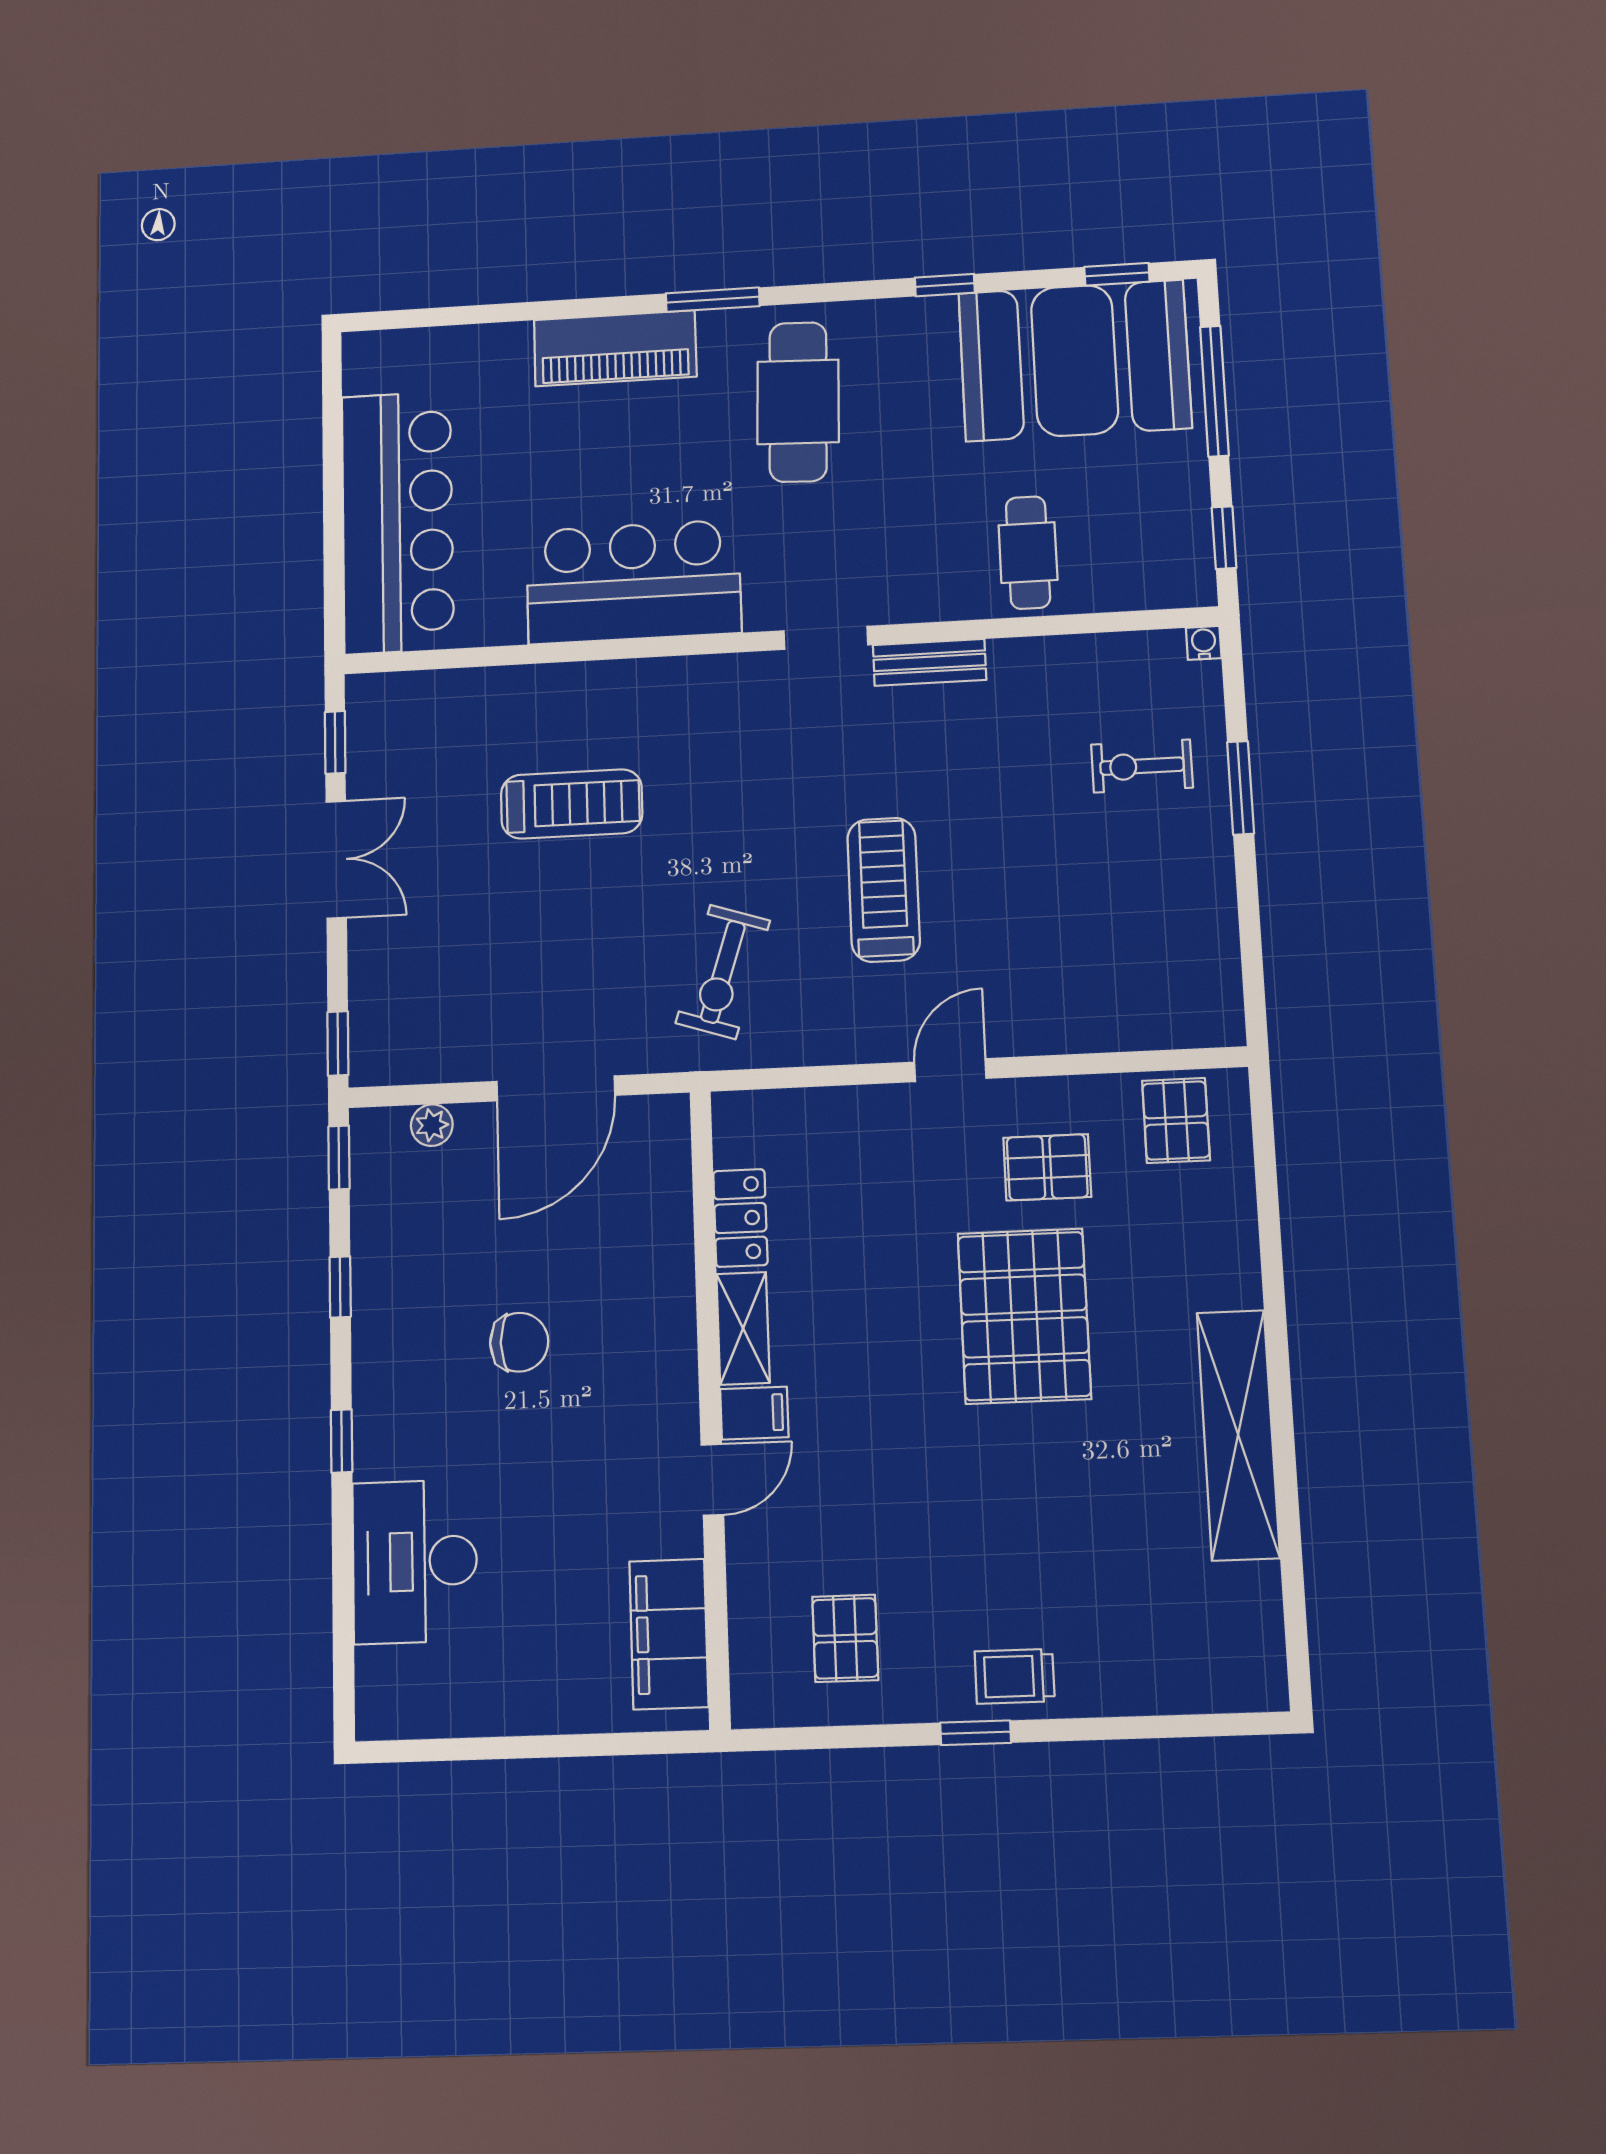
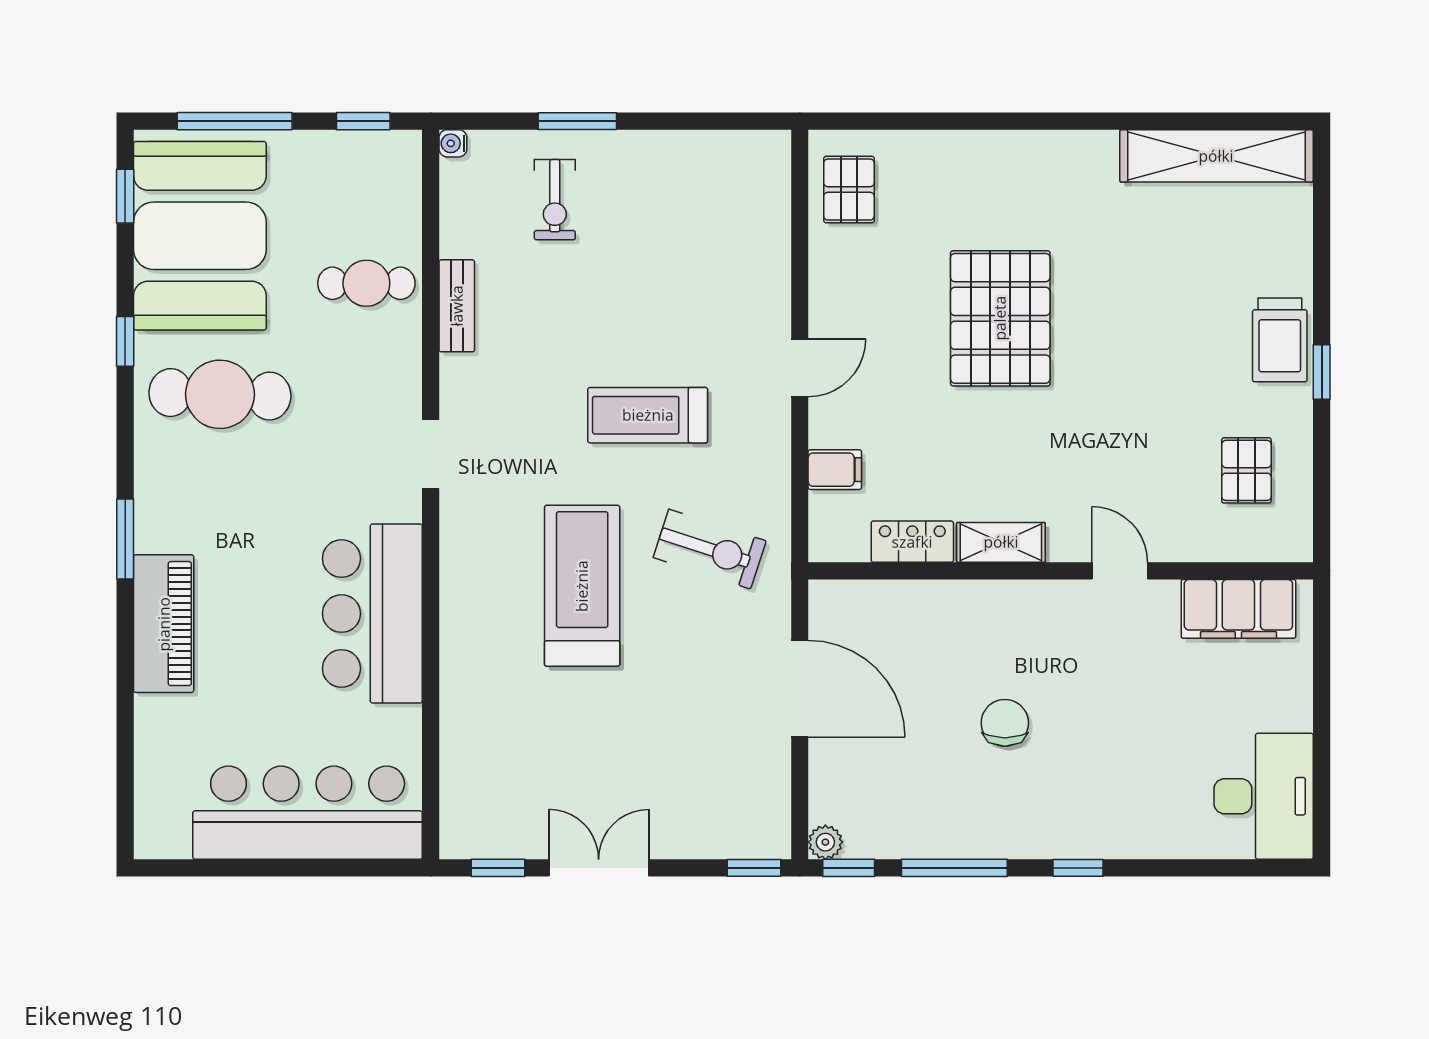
cafe table: (798, 402) -> (220, 394), moved
bench: (930, 662) -> (457, 306), moved
treadmill: (572, 804) -> (582, 586), moved, width x1.37, depth x1.38
door: (950, 1070) -> (800, 368), swing flipped
pallet: (1176, 1120) -> (849, 190), turned 90
plant: (432, 1125) -> (825, 842), moved
pallet: (1047, 1167) -> (882, 294), removed
window: (340, 1287) -> (954, 868), width x2.17
pallet: (1024, 1316) -> (1000, 318), turned 90
filing cabinet: (754, 1413) -> (835, 470), moved, turned 90
shelving: (1238, 1435) -> (1216, 156), moved
desk: (415, 1561) -> (1264, 796), moved, turned -90
pallet: (845, 1638) -> (1246, 470), turned 90
trolley: (1015, 1676) -> (1280, 340), width x1.36, depth x1.39

